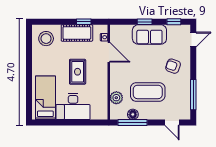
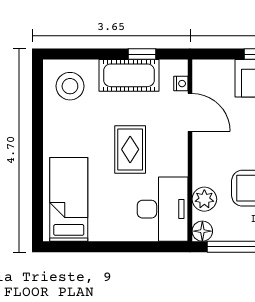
desk: (73, 107) -> (163, 209), moved, turned -90
floor lamp: (133, 114) -> (202, 231), moved

